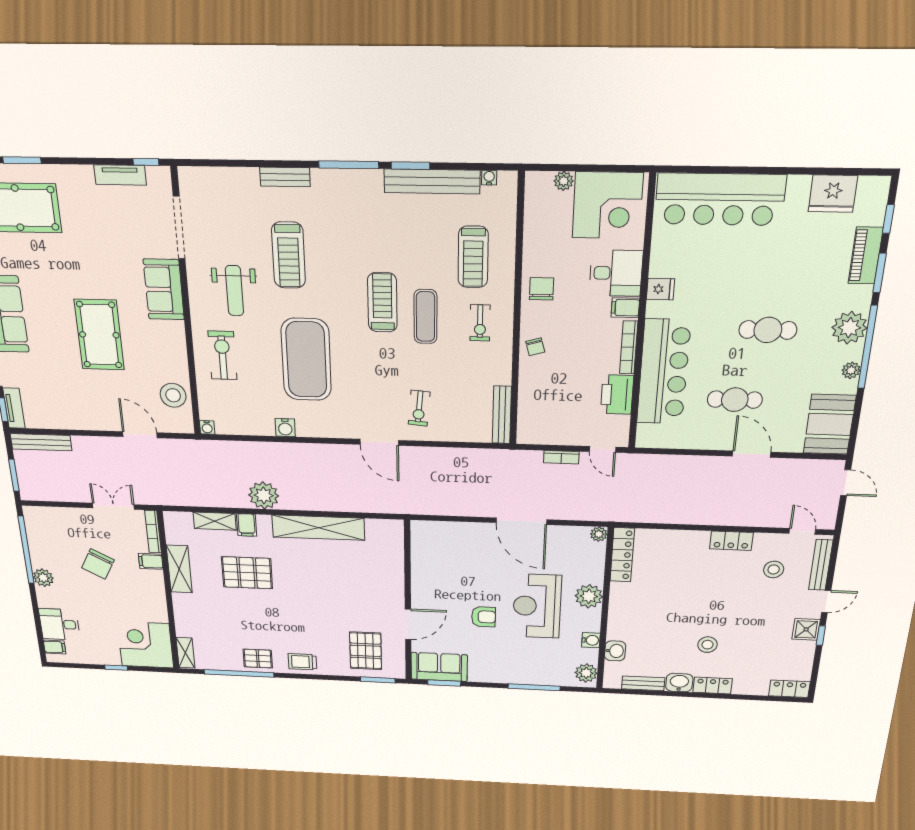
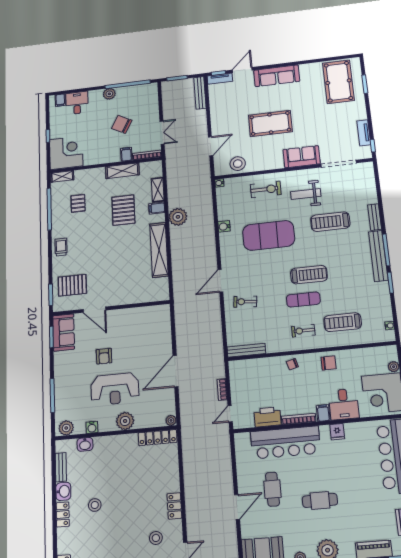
bench: (432, 181) -> (378, 256), moved
cafe table: (768, 330) -> (320, 500), turned 90
reception desk: (537, 606) -> (115, 389), turned 180
pallet: (258, 659) -> (78, 203), moved

